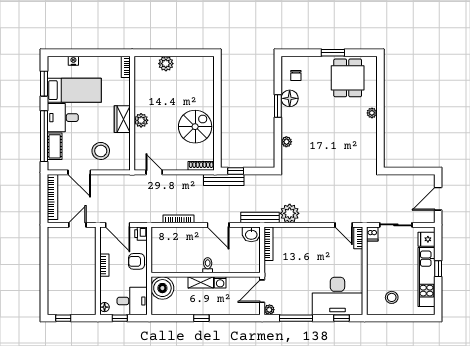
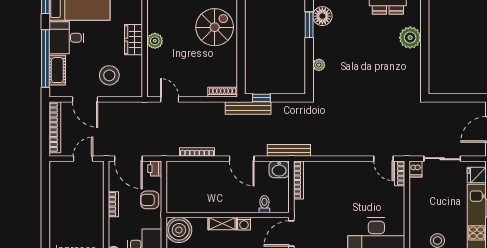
plant: (372, 113) -> (410, 38), width x1.87, depth x1.87
spiral stairs: (195, 127) -> (215, 27), moved
plant: (290, 213) -> (322, 146), removed
toilet: (208, 265) -> (264, 204), moved

